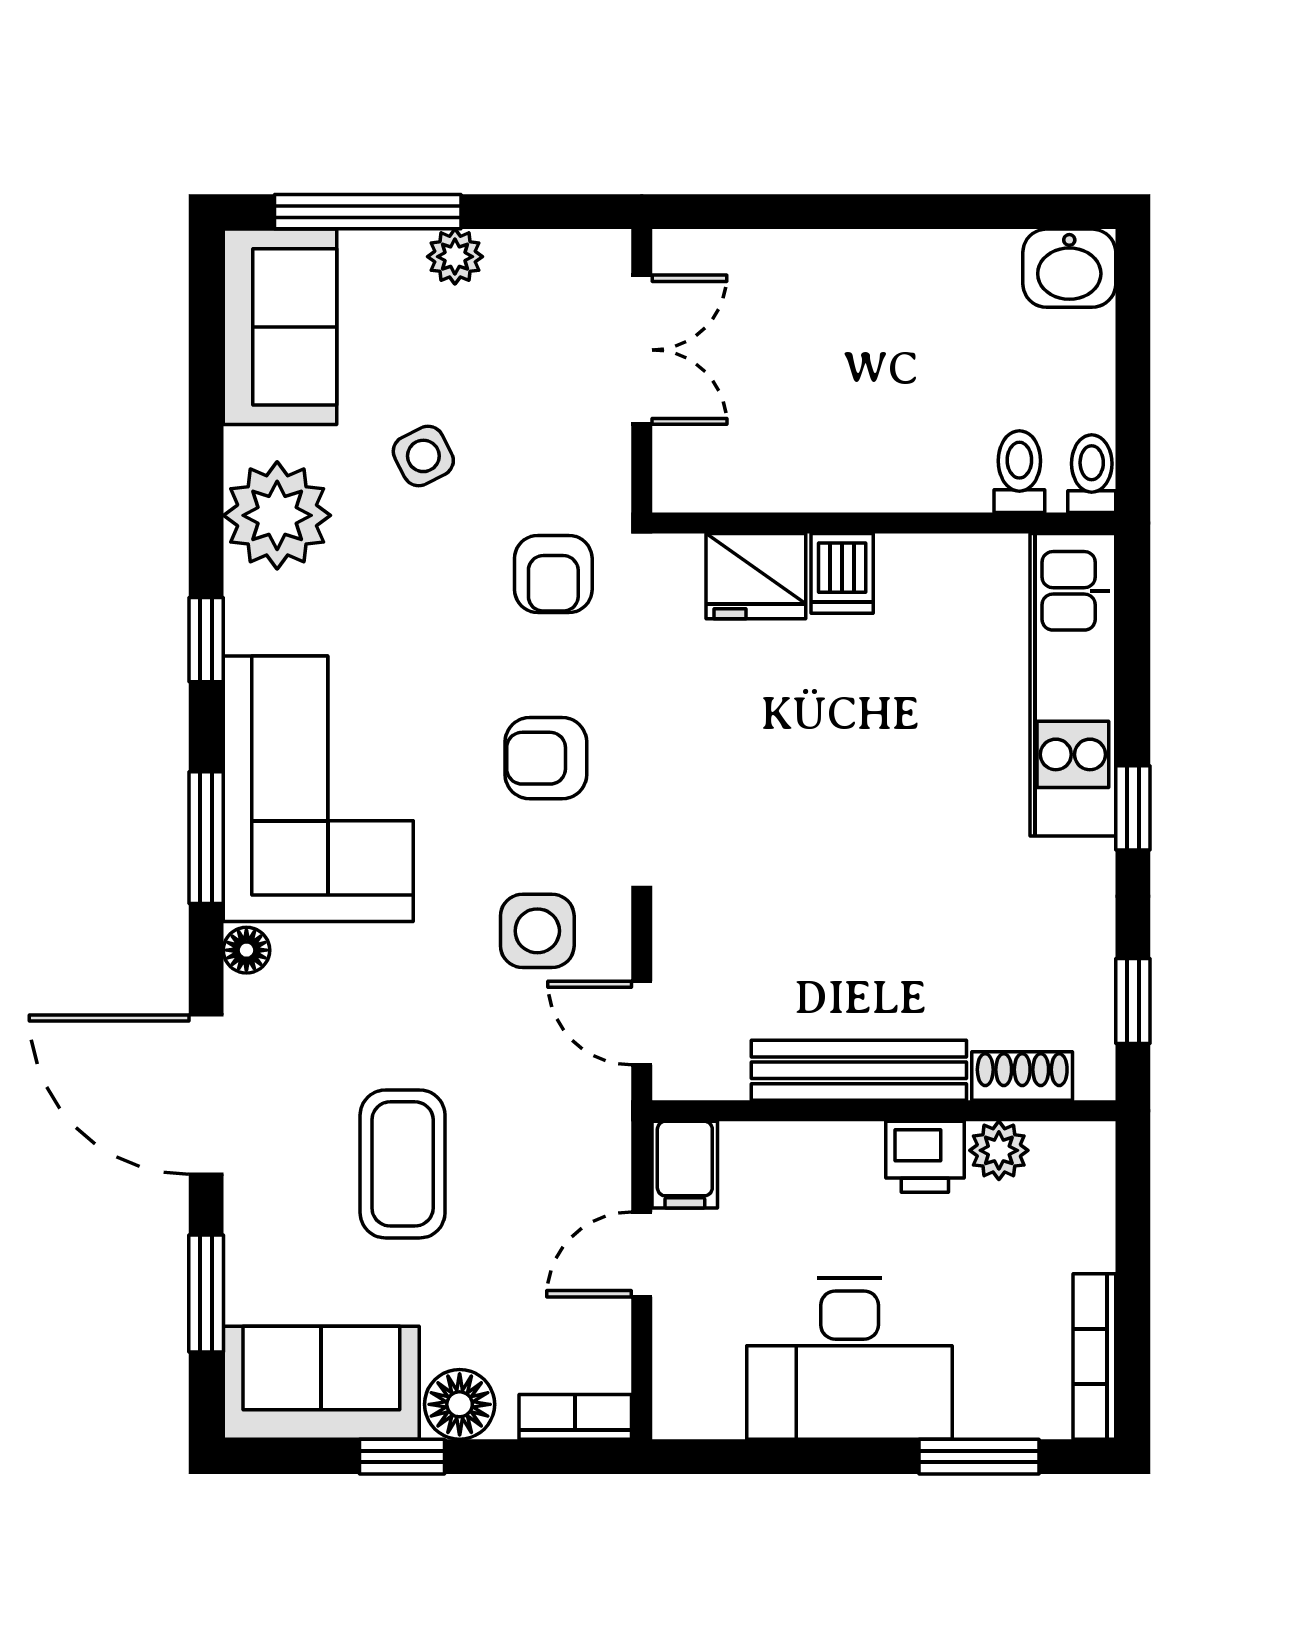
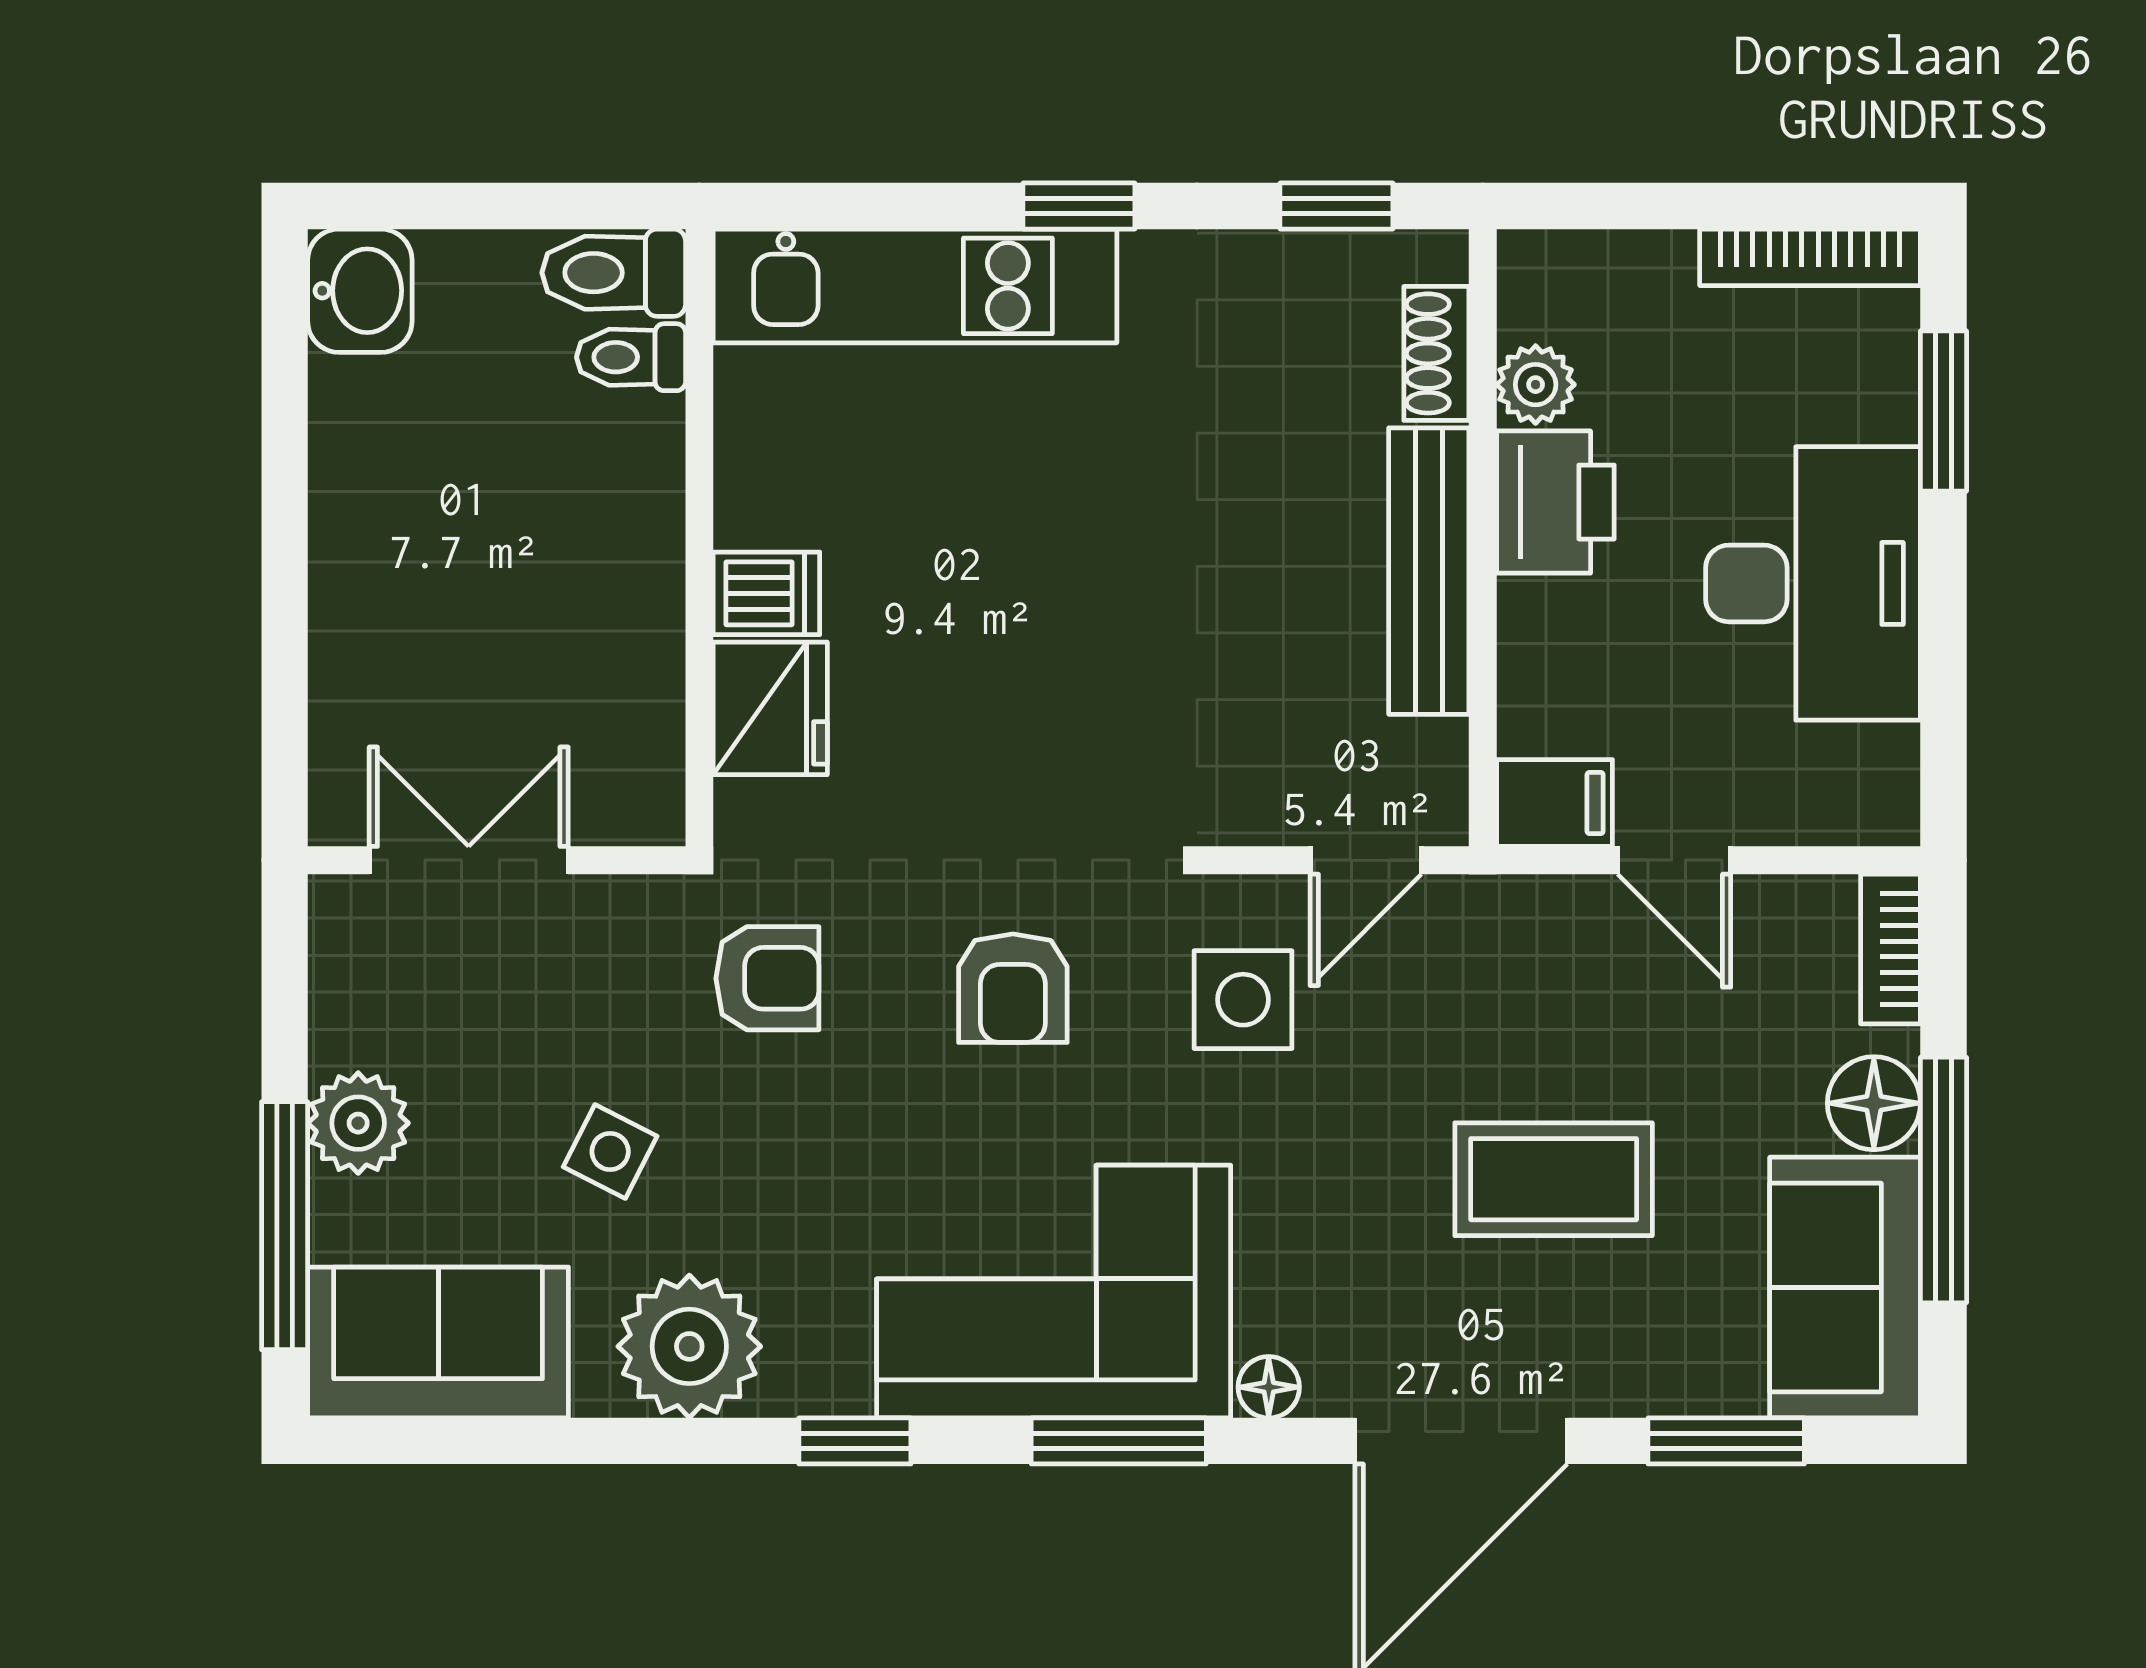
plant: (455, 257) -> (358, 1123), width x1.38, depth x1.38
side table: (423, 456) -> (610, 1152), turned -36
toilet: (1092, 474) -> (614, 273), width x1.37, depth x1.39
printer: (925, 1157) -> (1555, 502), width x1.36, depth x1.24
window: (402, 1457) -> (1944, 1180), width x2.17

